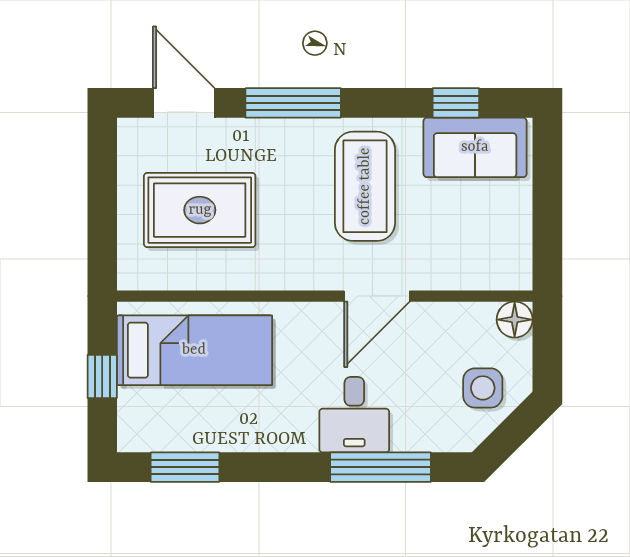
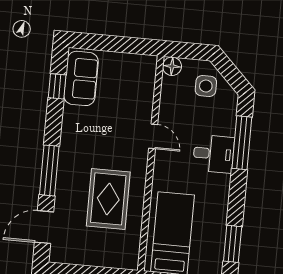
coffee table: (365, 186) -> (96, 137), removed
rug: (200, 210) -> (108, 199), moved
door: (377, 296) -> (153, 136), width x0.73

